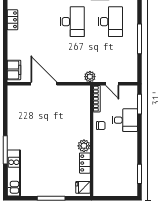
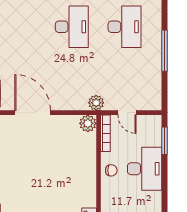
desk: (125, 120) -> (145, 169), width x1.37
plant: (84, 146) -> (88, 123), moved

